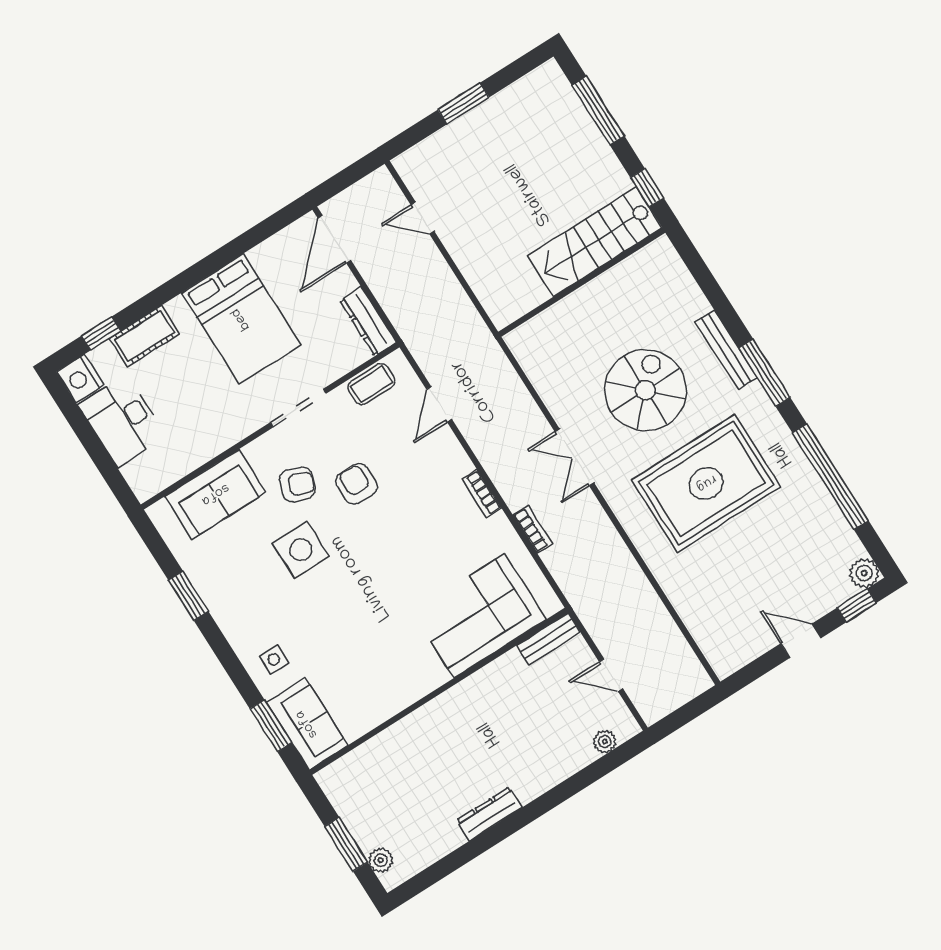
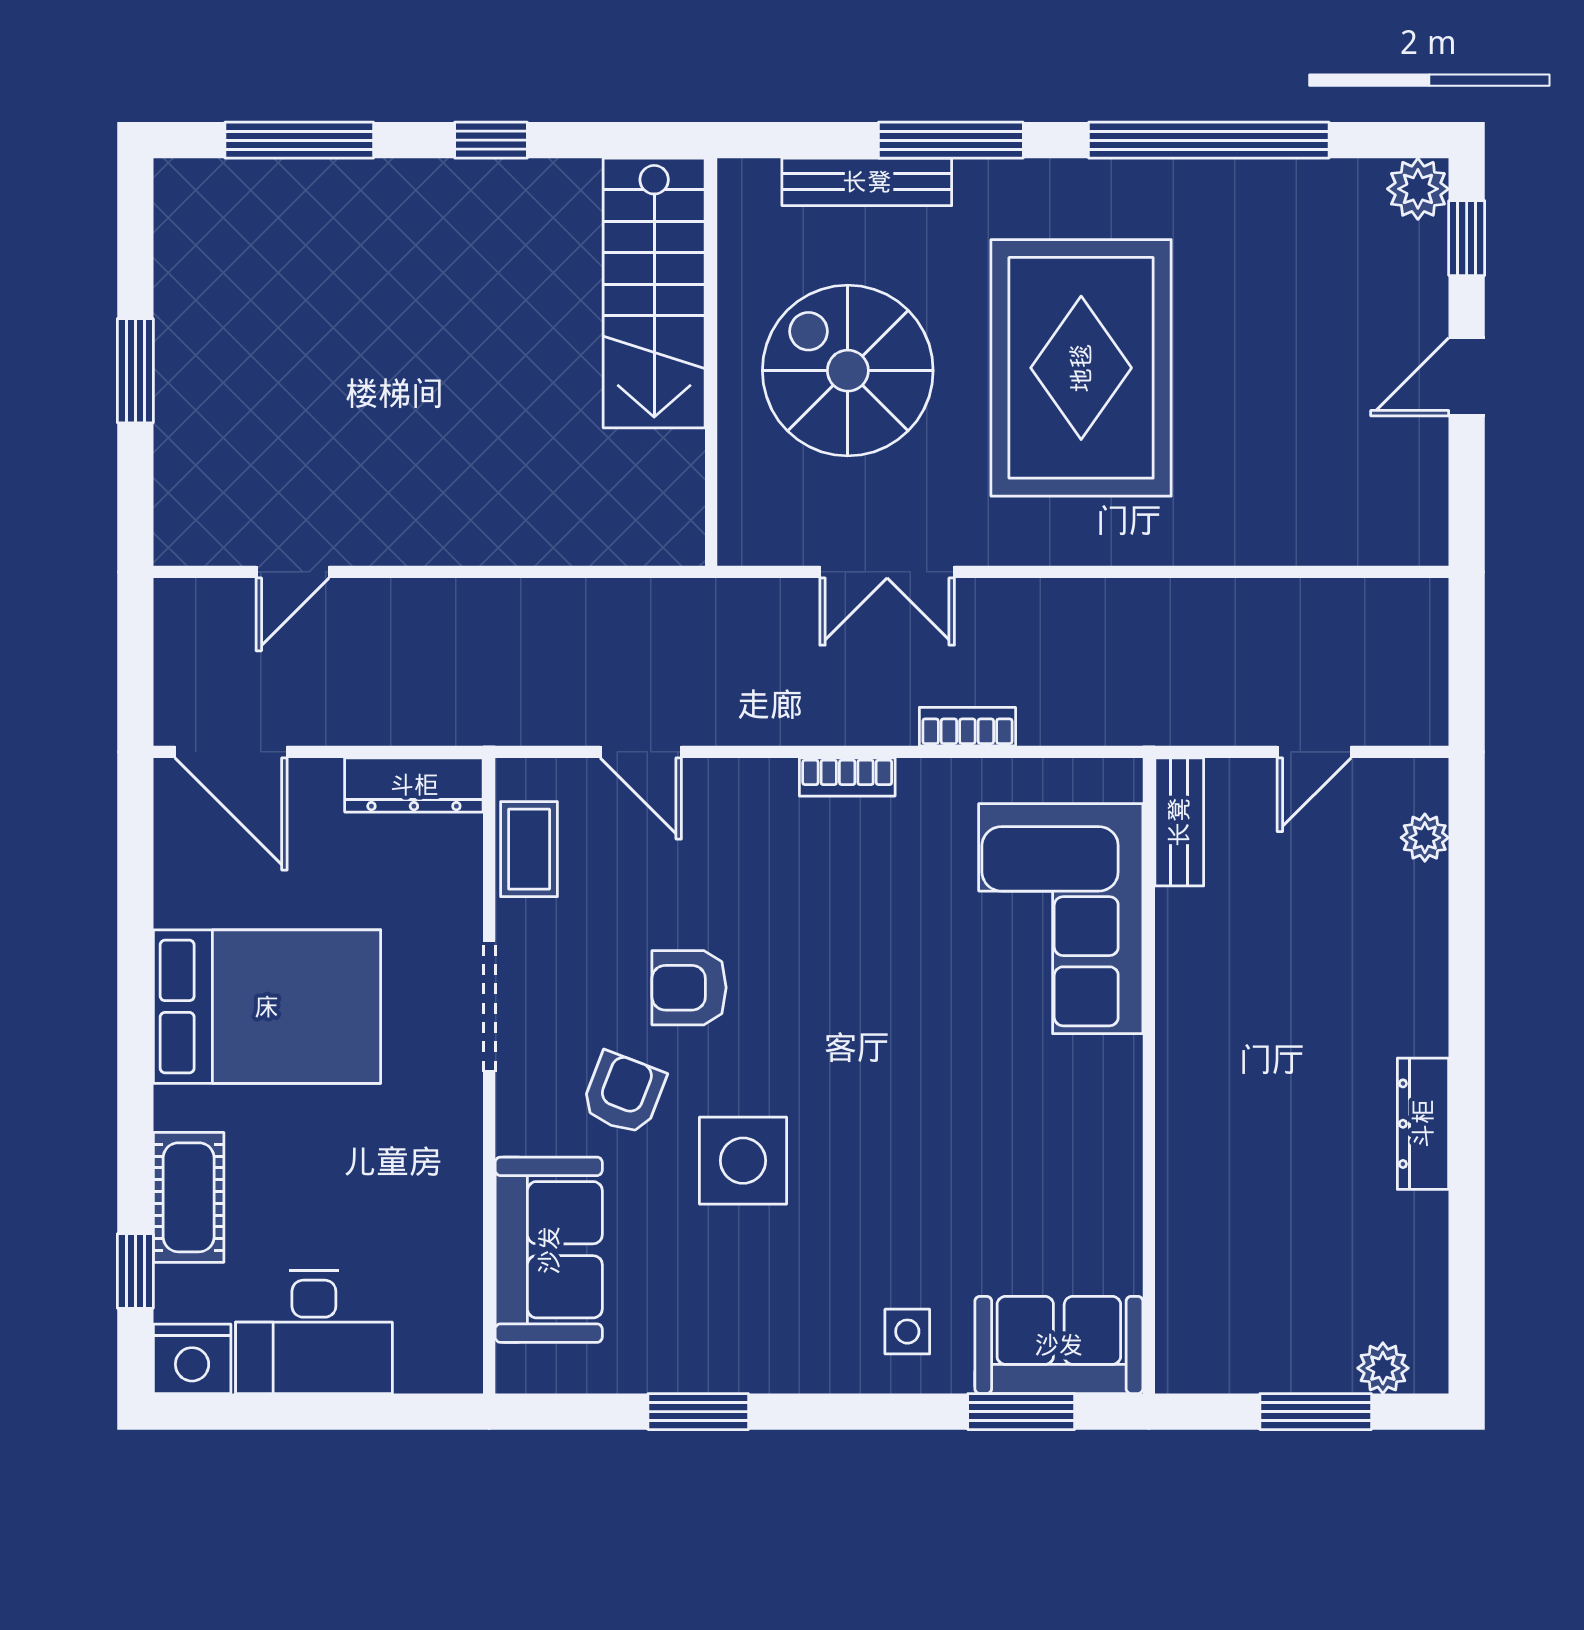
stairs: (595, 242) -> (654, 293), moved
wall: (582, 282) -> (711, 362), moved

